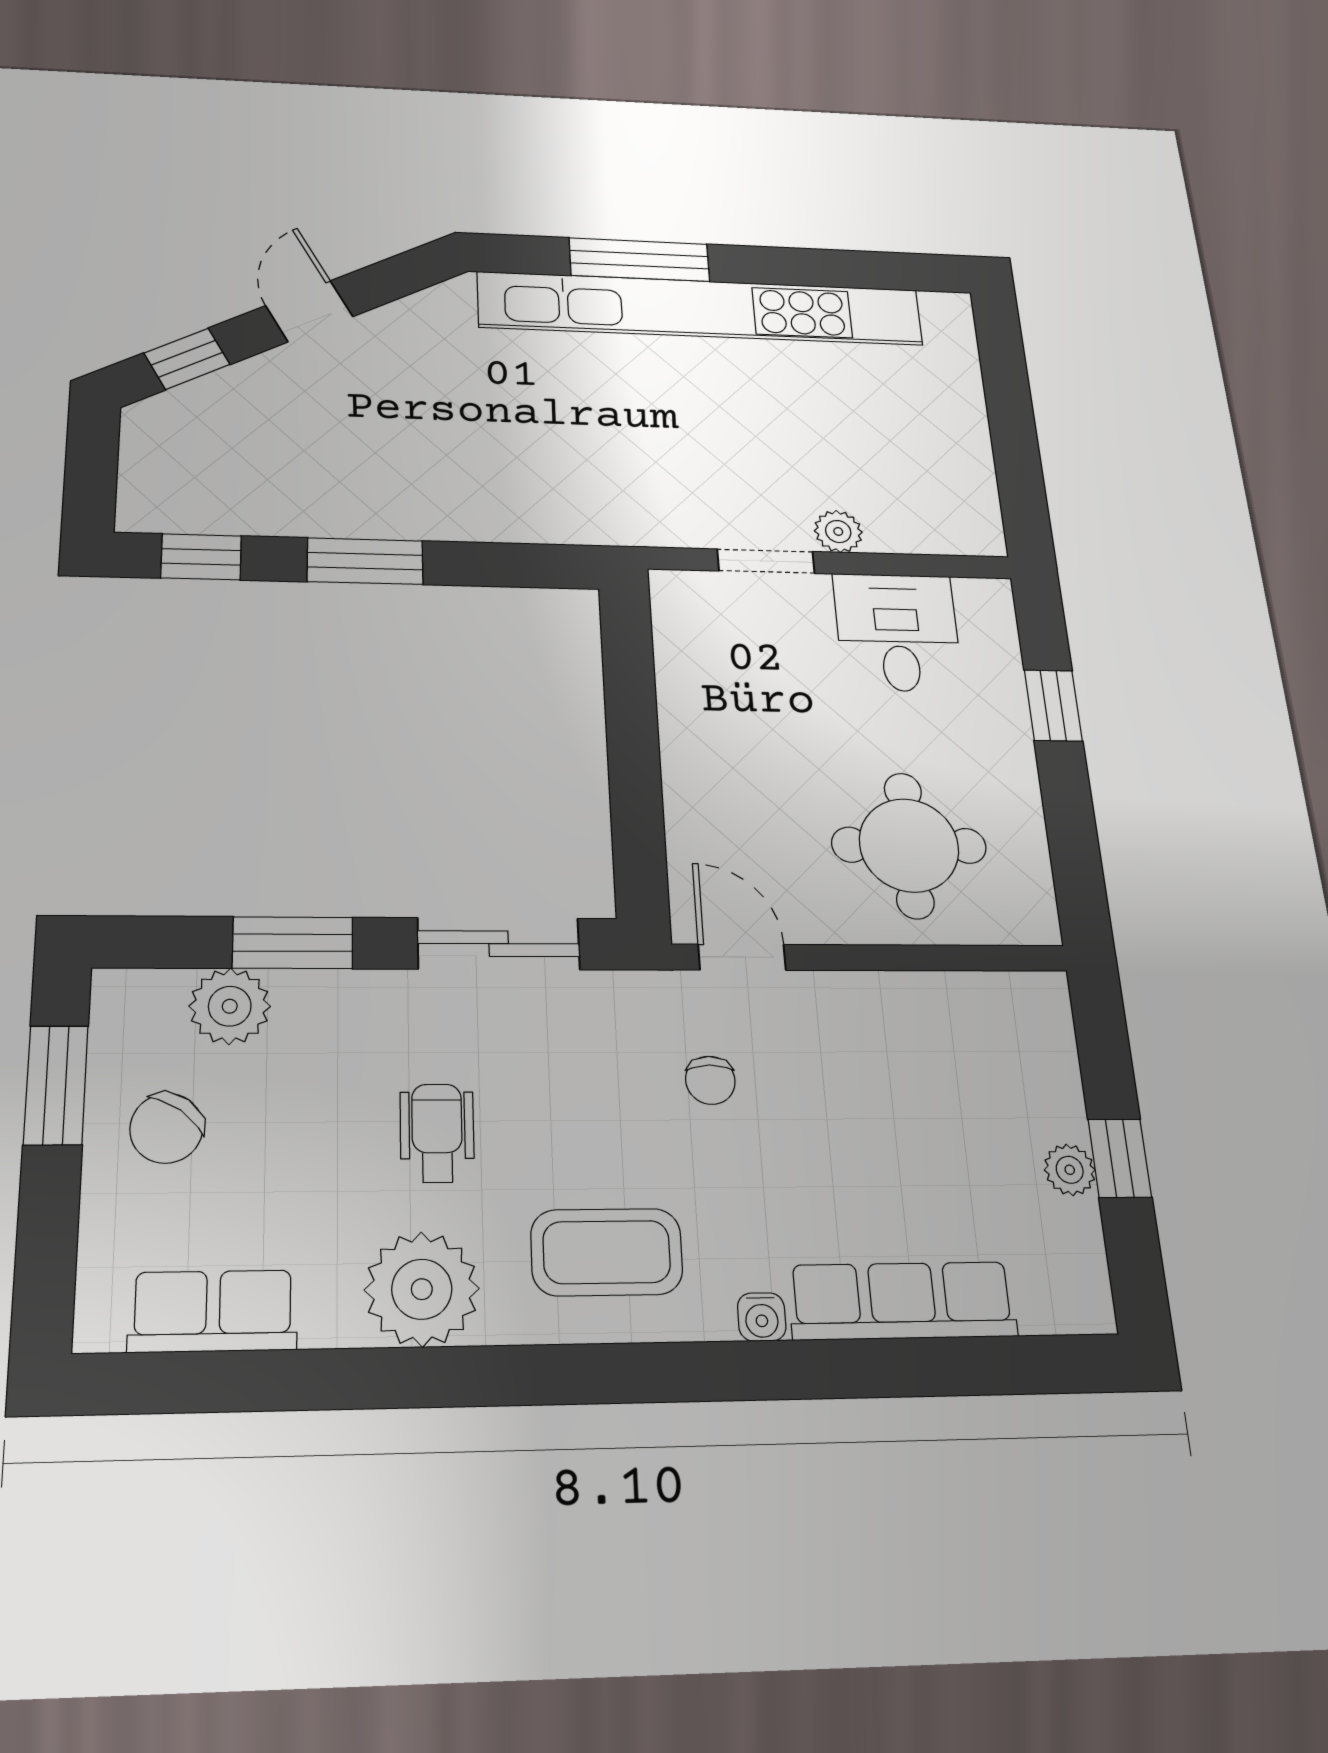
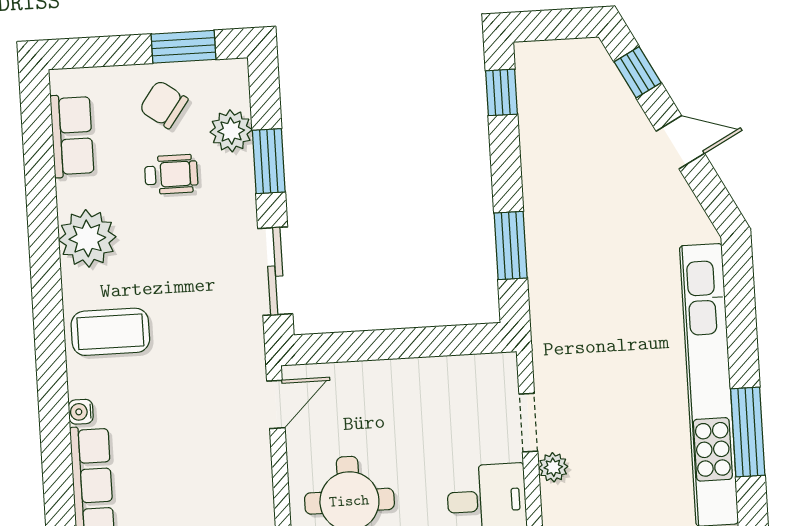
window: (639, 260) -> (748, 432), moved
window: (365, 561) -> (511, 245), moved
chair: (710, 1080) -> (205, 386), removed
wheelchair: (437, 1133) -> (171, 174), moved
coffee table: (607, 1252) -> (110, 332), turned 90

